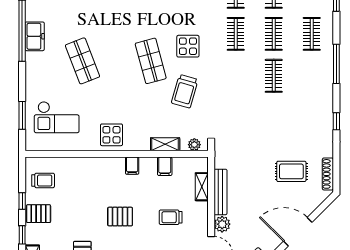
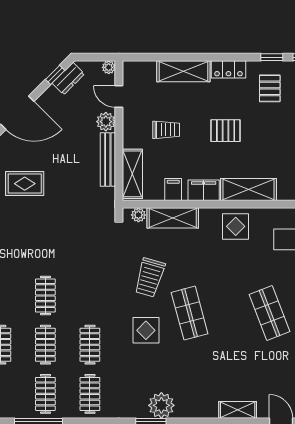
trolley: (185, 91) -> (150, 278), turned 180
shelving: (165, 144) -> (173, 218), width x1.50, depth x1.33
shelving: (101, 166) -> (248, 189), added
filing cabinet: (132, 166) -> (204, 190), width x2.00
shelving: (202, 187) -> (132, 174), width x1.50, depth x1.33

